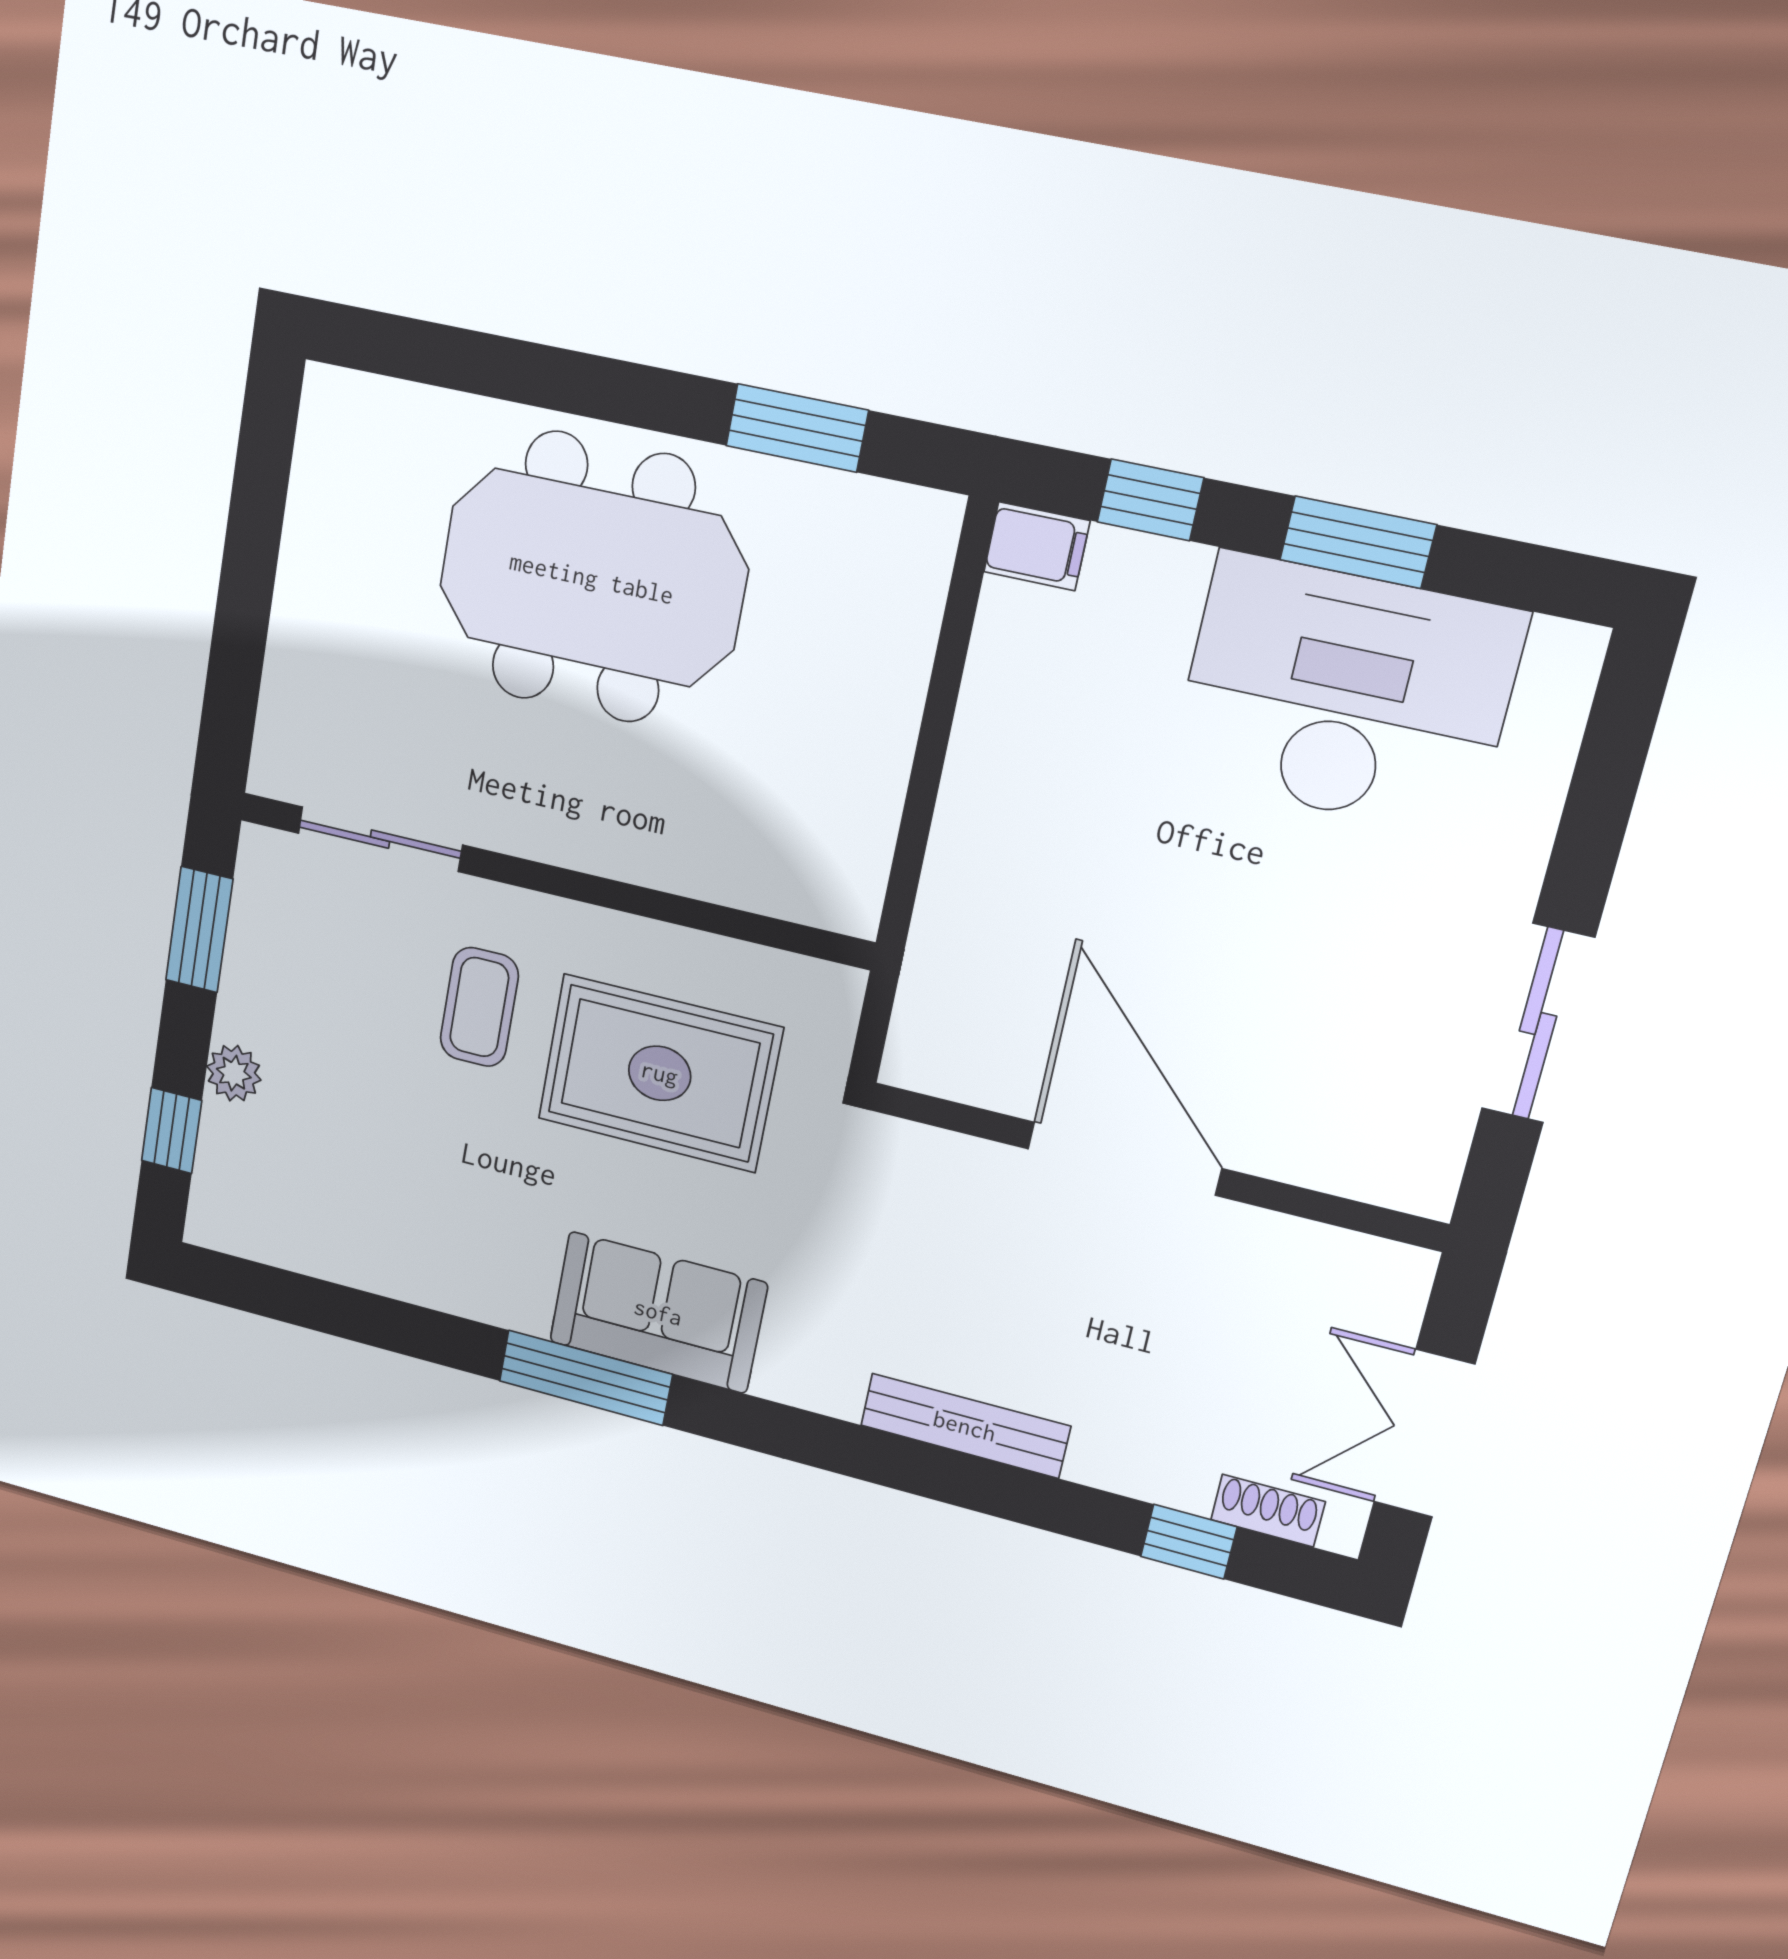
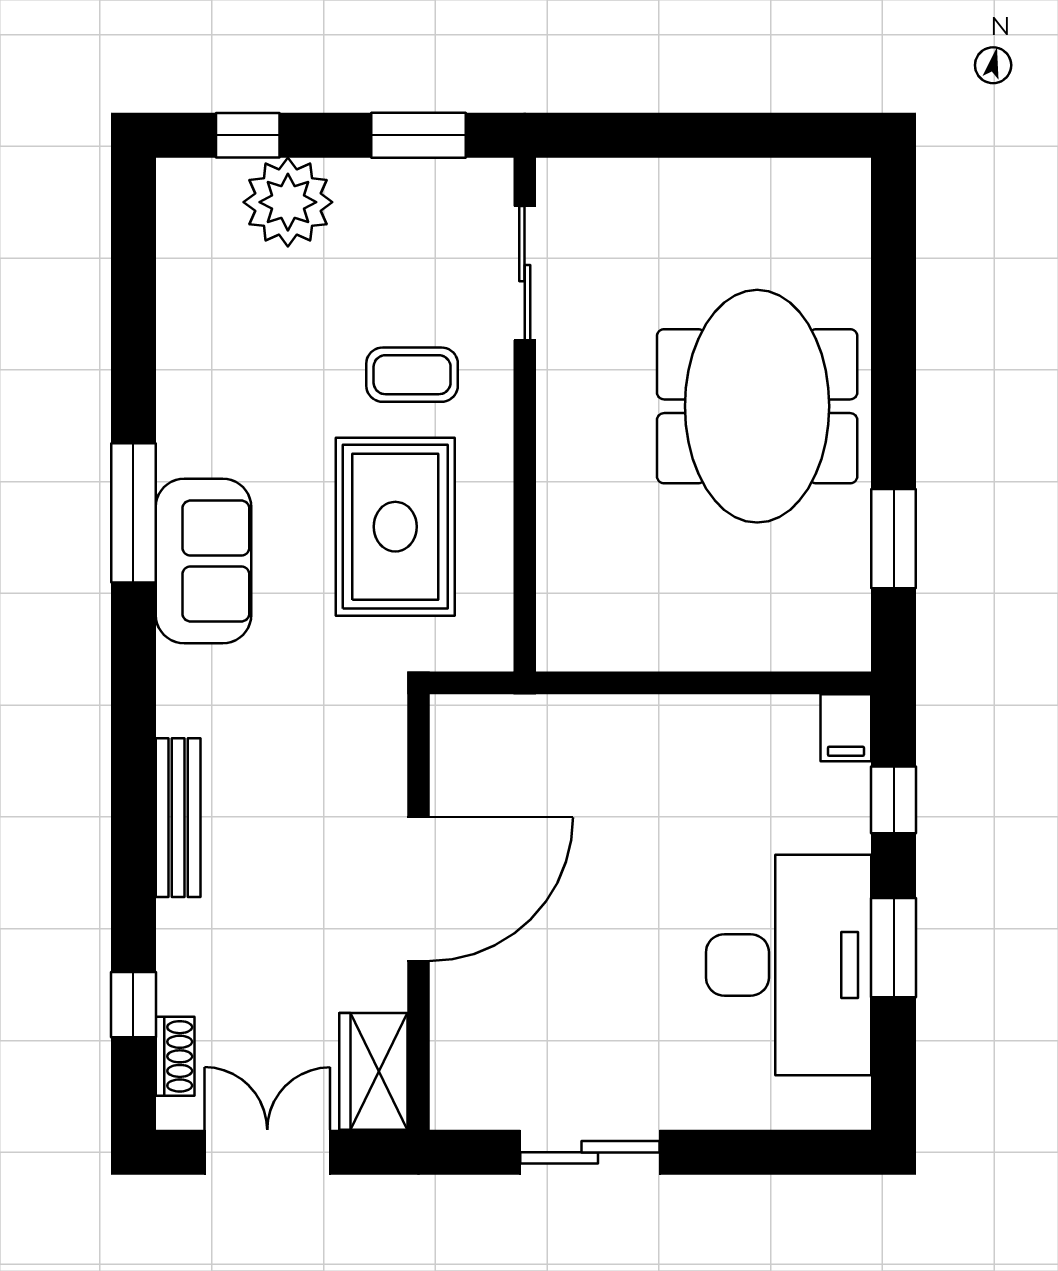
plant: (234, 1073) -> (288, 202), width x1.88, depth x1.88
wardrobe: (1351, 1275) -> (373, 1071), added

